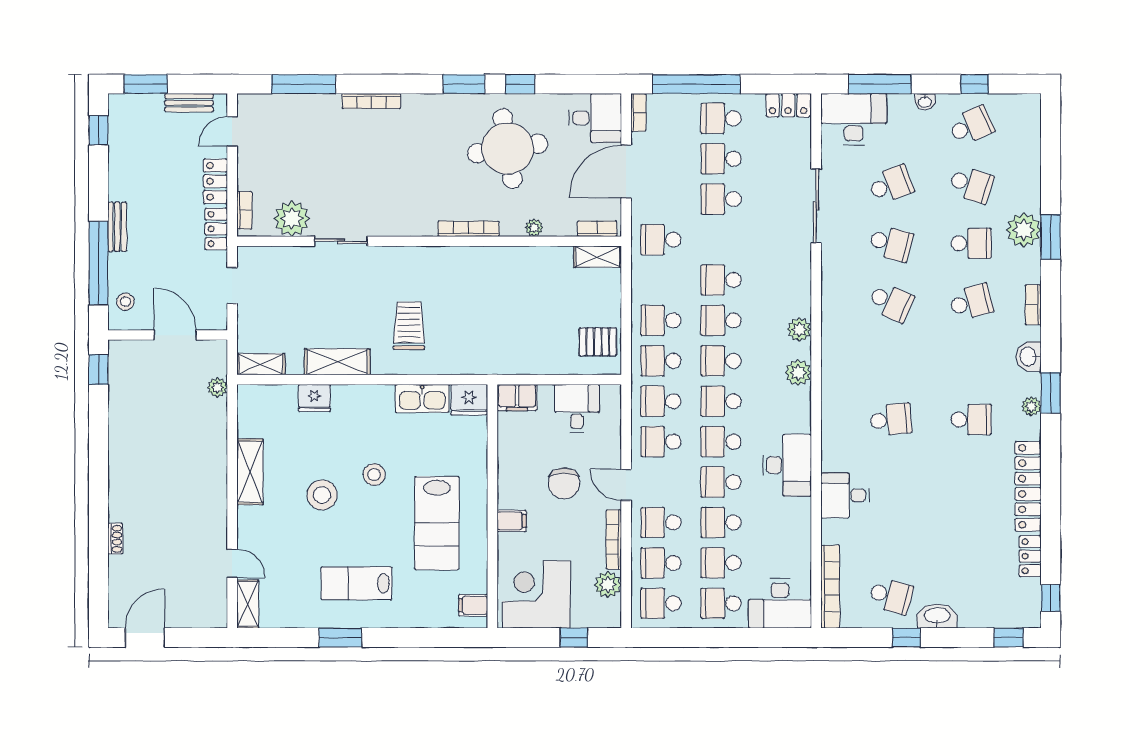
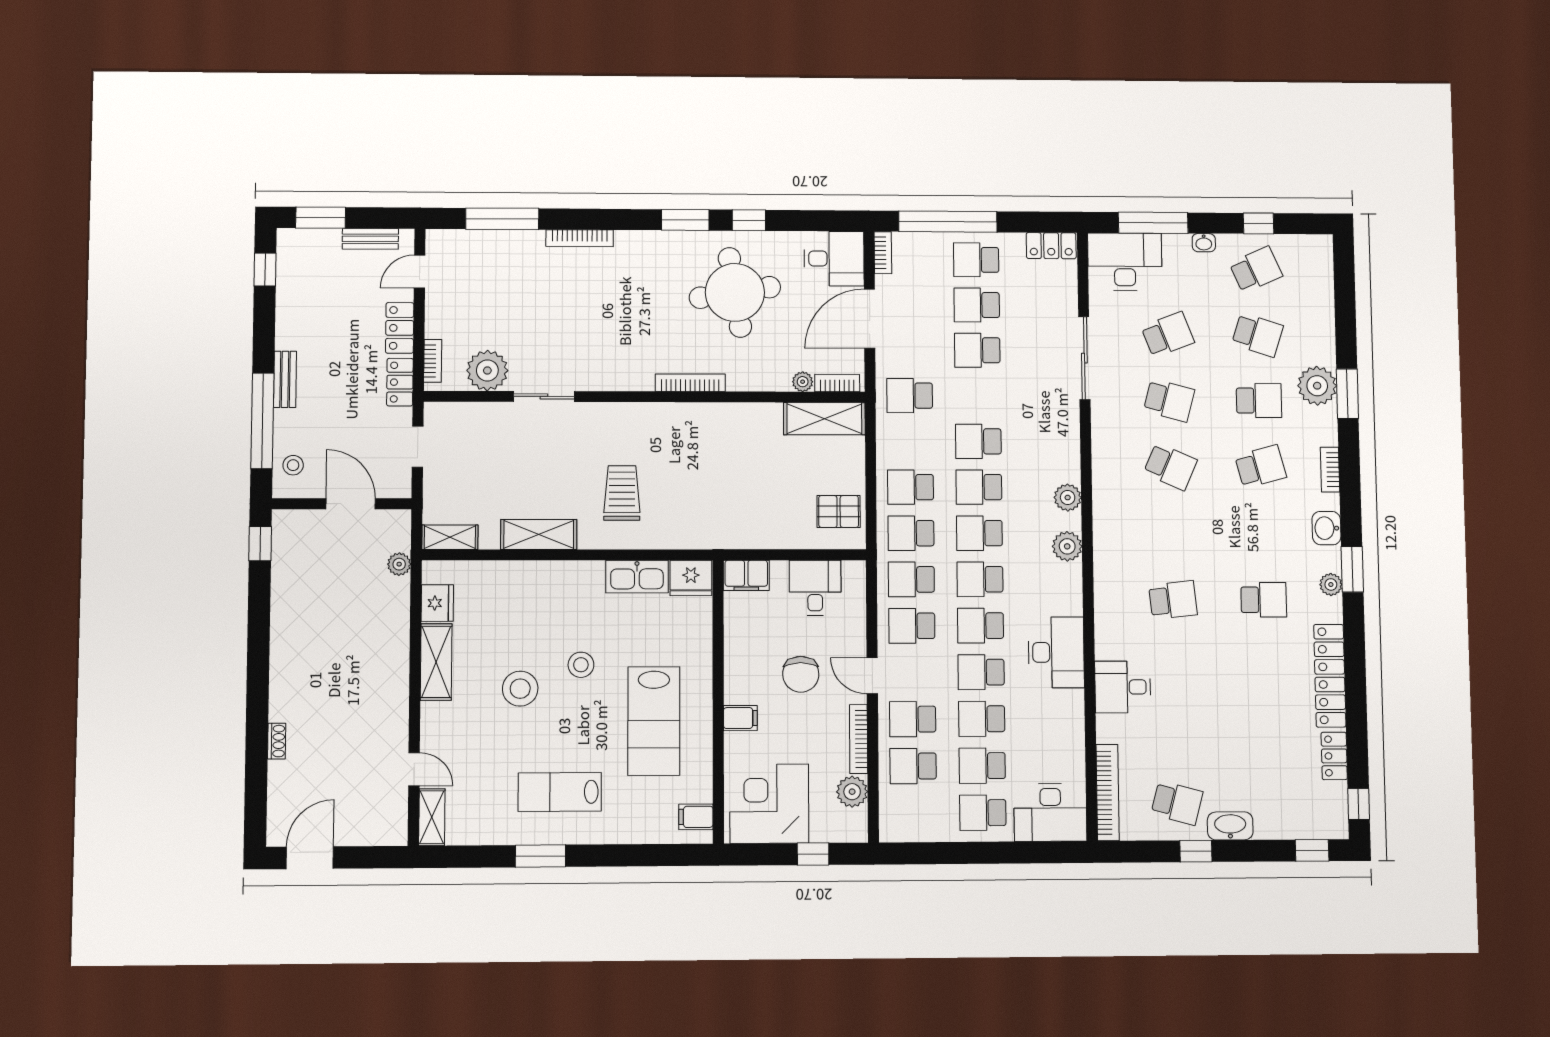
plant: (534, 228) -> (803, 382), moved
shelving: (598, 257) -> (824, 419), width x1.50, depth x1.33
fridge: (314, 398) -> (437, 603), moved, turned -90
school desk: (661, 603) -> (914, 813), removed

